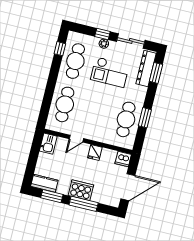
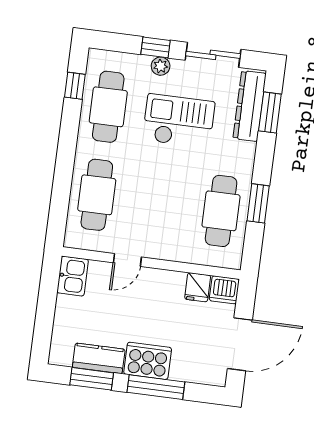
checkout: (110, 72) -> (179, 121), turned 180
fridge: (95, 153) -> (198, 287), moved
kitchen counter: (44, 183) -> (99, 358), moved

